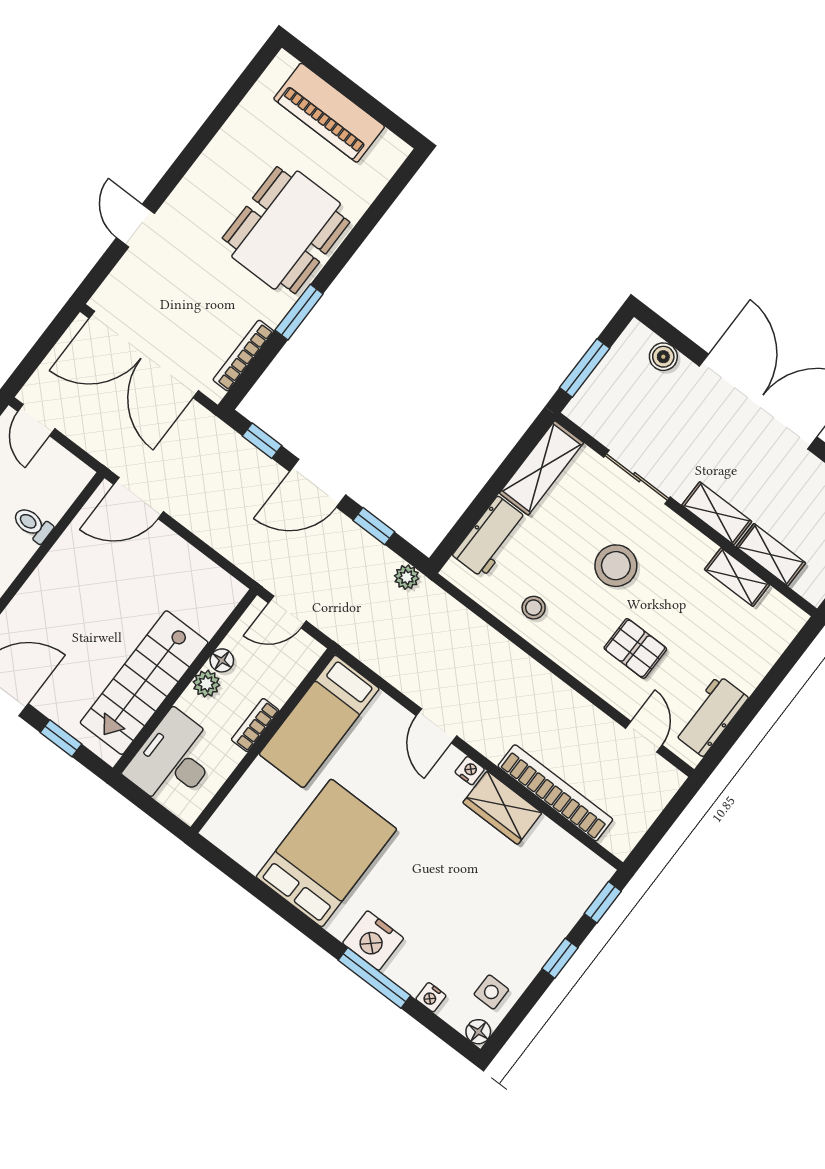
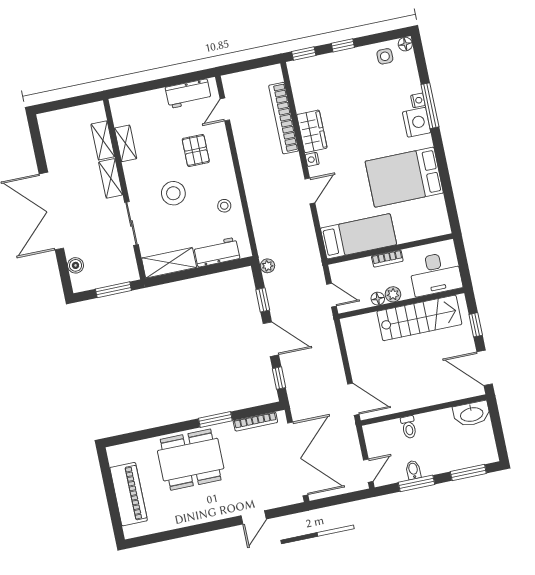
nightstand: (431, 997) -> (418, 100), moved

